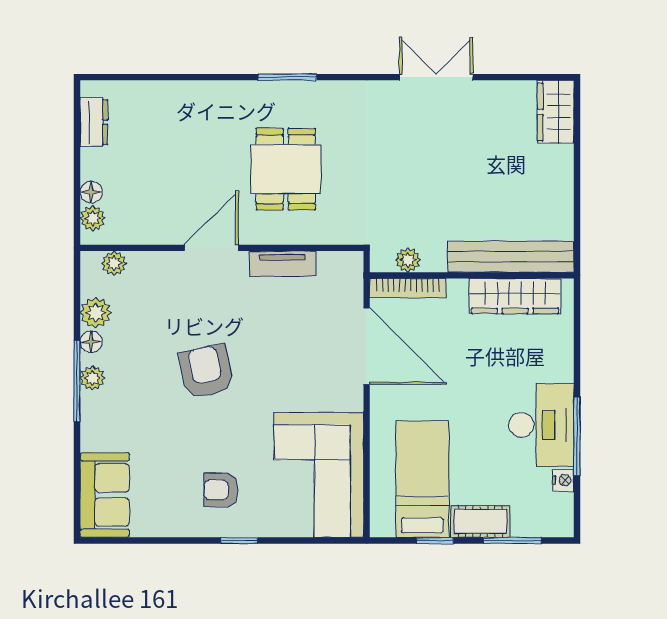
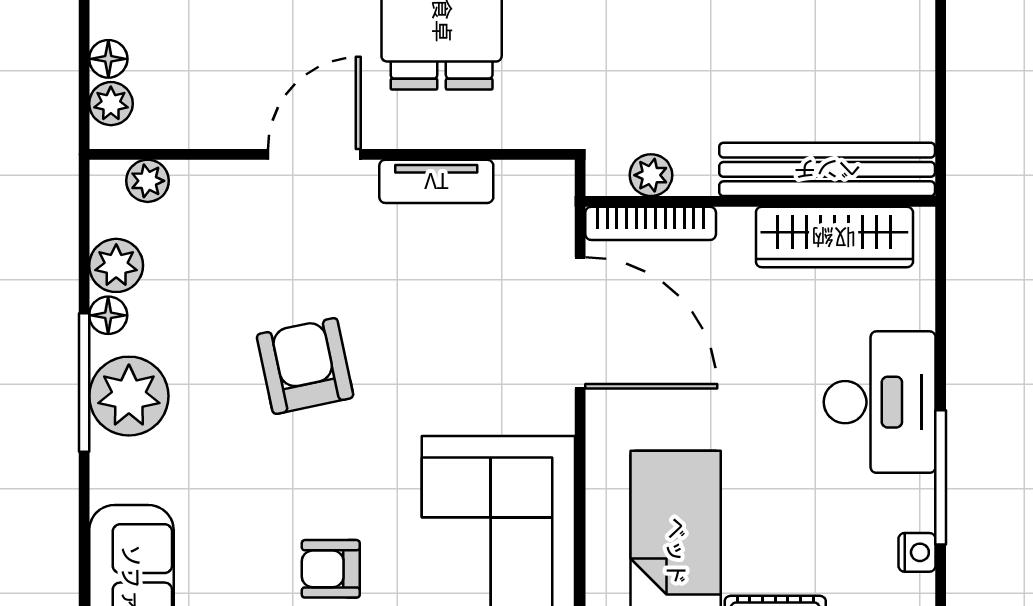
plant: (92, 378) -> (129, 396), width x1.87, depth x1.87
desk: (541, 425) -> (880, 402), moved

